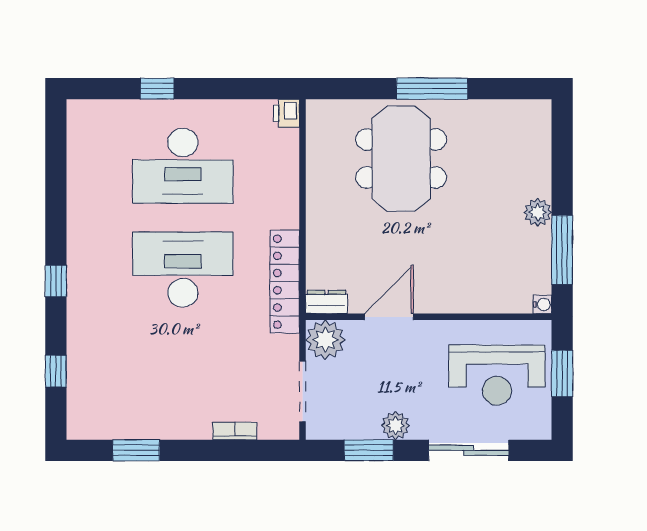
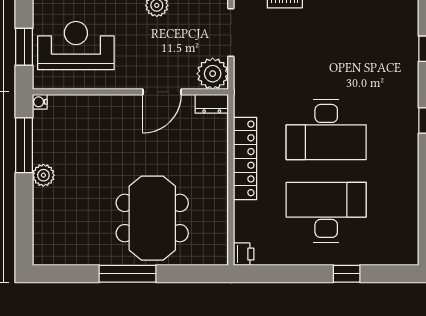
locker: (285, 282) -> (245, 158), moved

